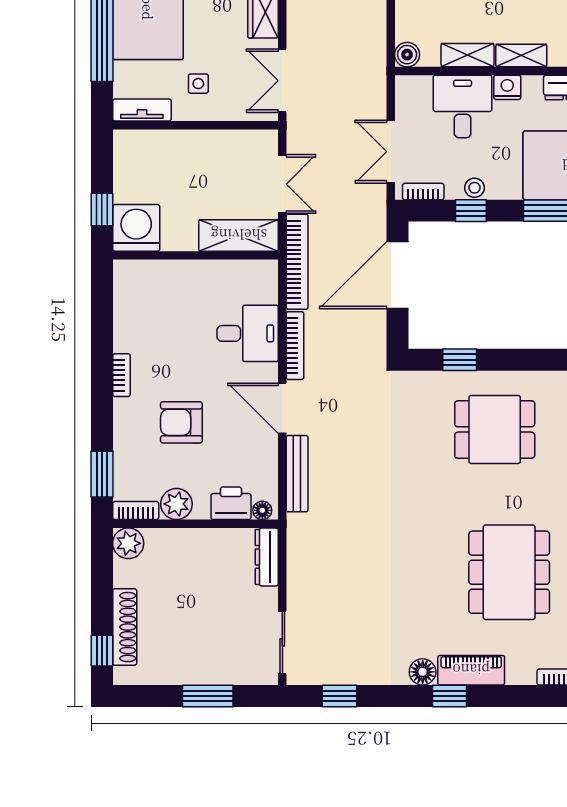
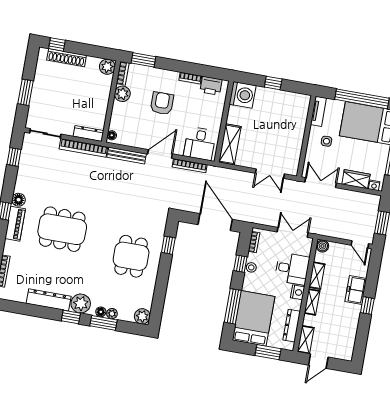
double door: (391, 152) -> (293, 232), moved
washing machine: (136, 228) -> (243, 95), moved
shelving: (239, 235) -> (230, 144), moved
wall: (195, 255) -> (224, 121), moved
bookcase: (297, 262) -> (83, 148), moved
printer: (231, 503) -> (211, 86), moved, turned 90
dining table: (509, 572) -> (62, 229), moved

